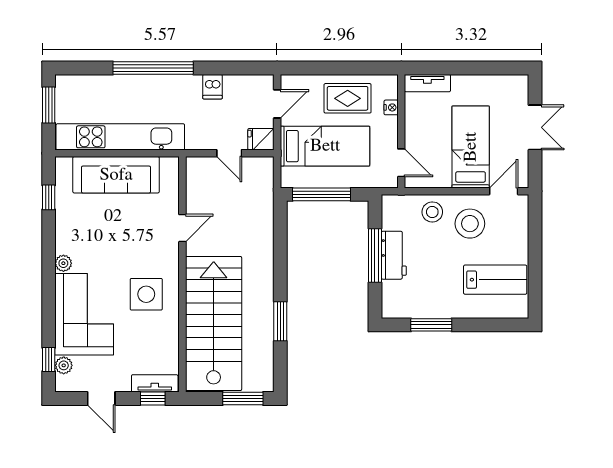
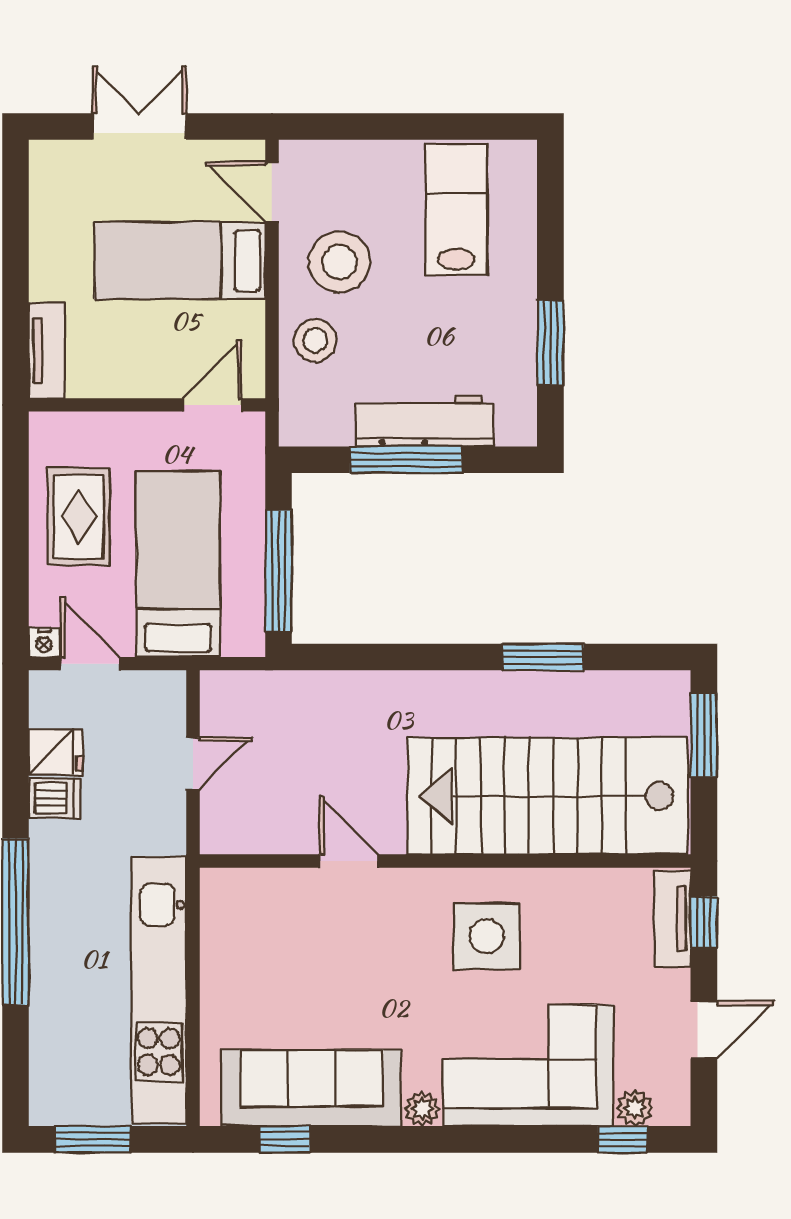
nightstand: (391, 107) -> (44, 642), moved, turned 180
fridge: (261, 139) -> (56, 752), moved, turned -90
sofa: (116, 175) -> (311, 1088), moved, turned -90
workbench: (394, 255) -> (424, 421), width x1.38

